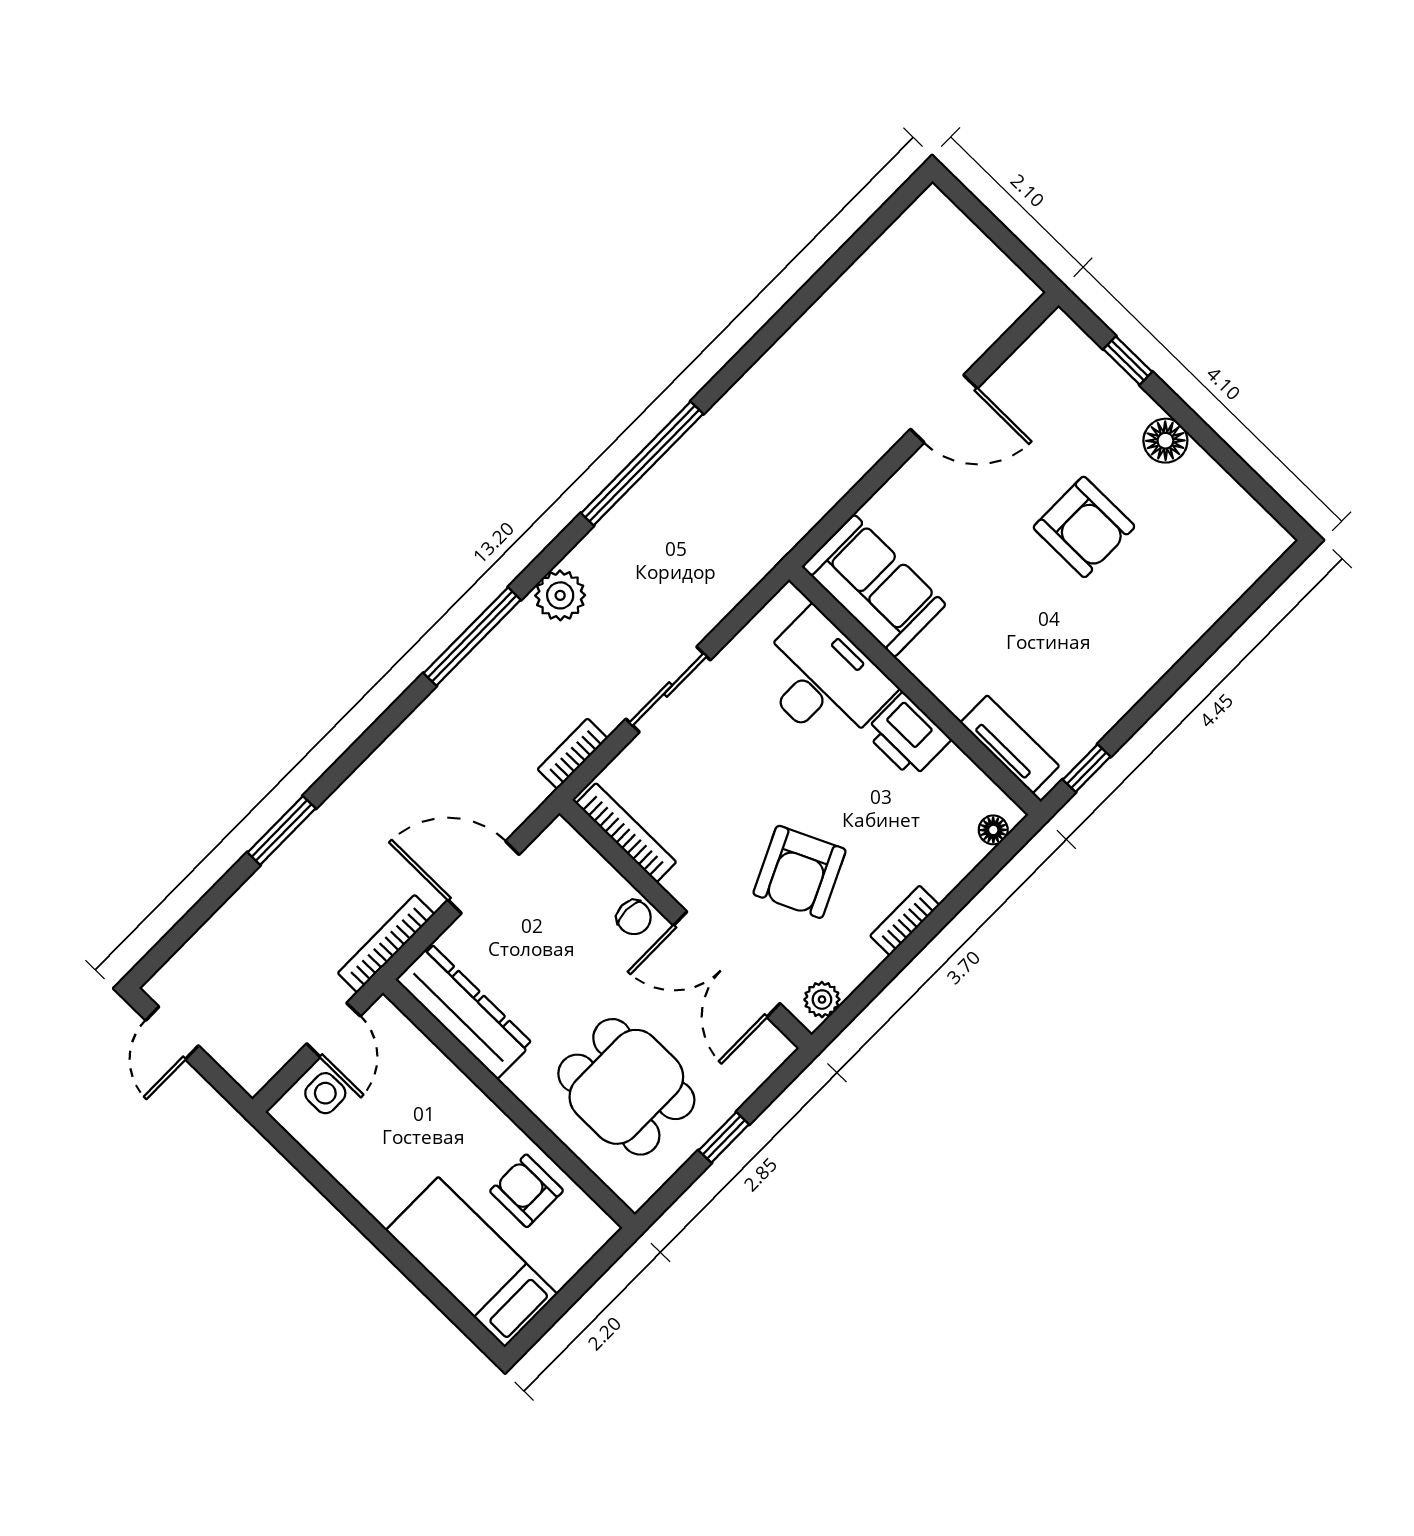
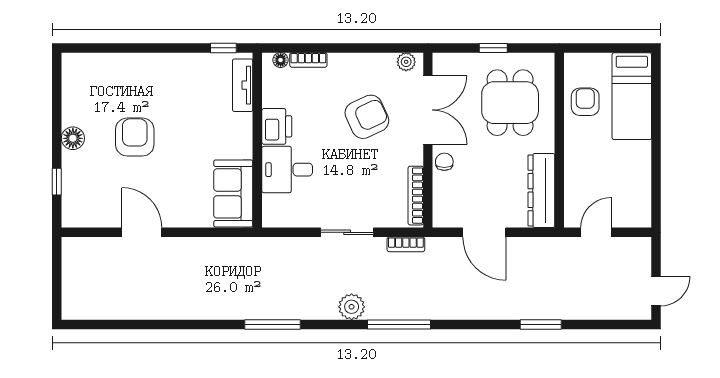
window: (642, 464) -> (273, 324), width x0.68
desk: (823, 680) -> (287, 170), width x0.73
bookcase: (905, 920) -> (308, 60), moved
bookcase: (386, 944) -> (545, 244), removed
side table: (325, 1093) -> (622, 212), removed
armchair: (527, 1191) -> (585, 102), turned 180

